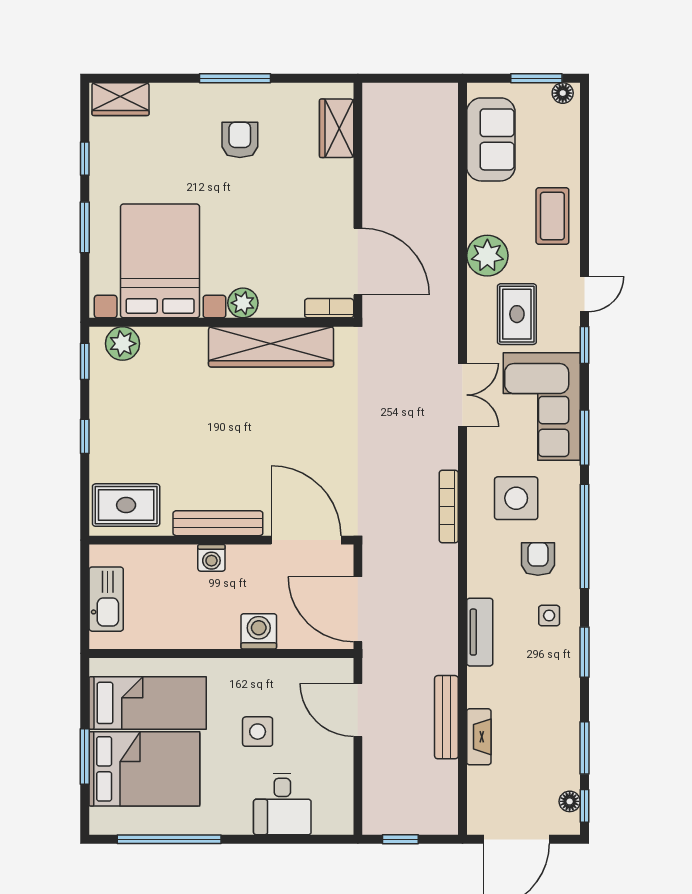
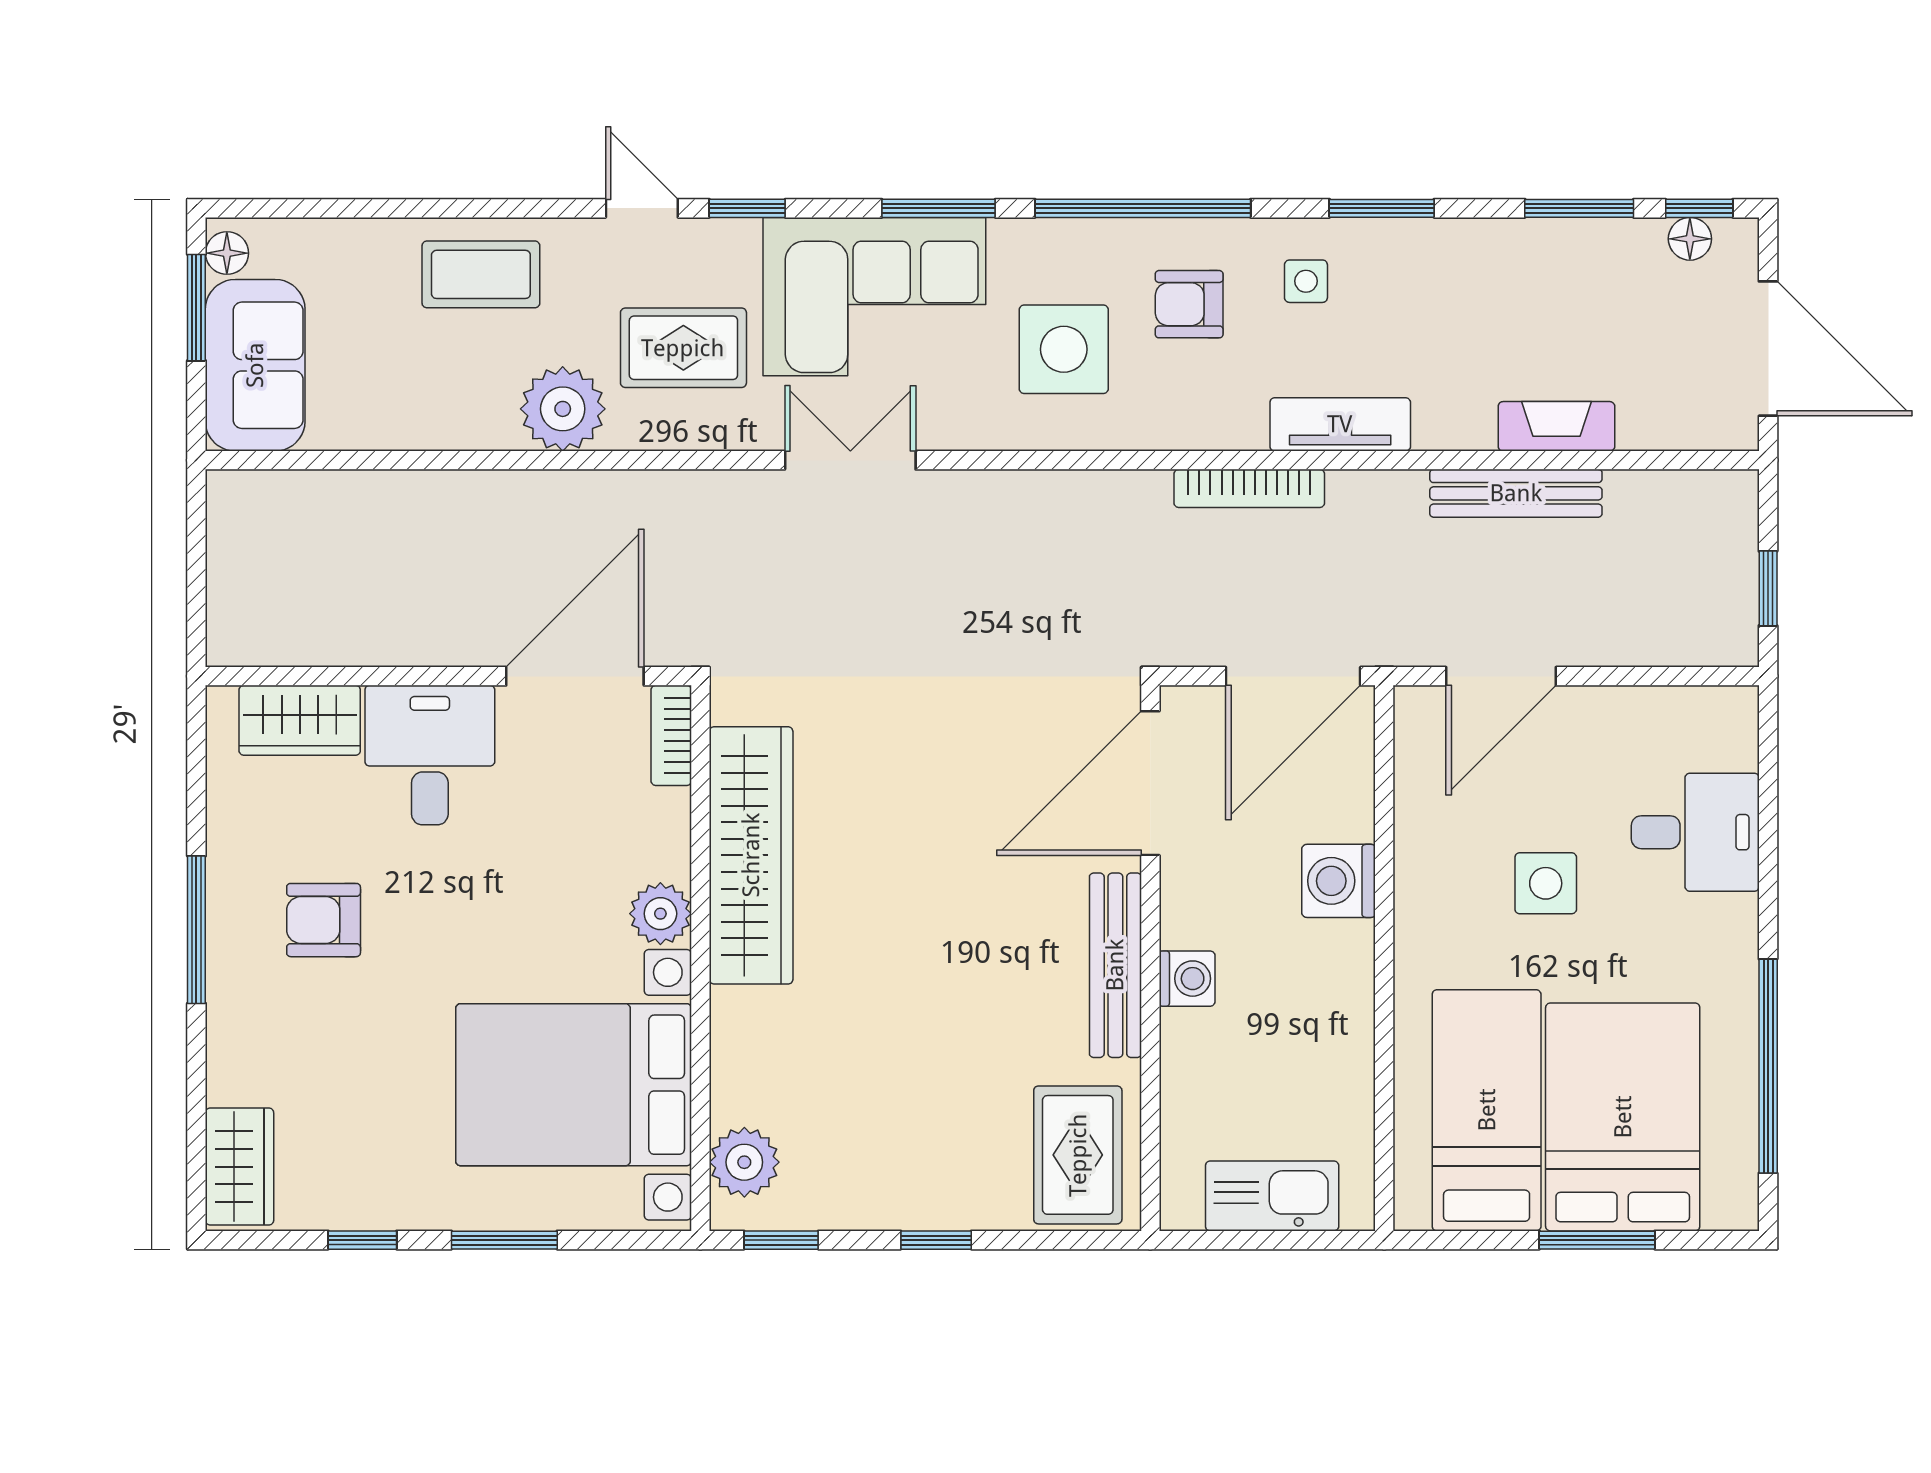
sofa: (491, 139) -> (255, 365), moved, turned 90
desk: (320, 191) -> (430, 755), added
bookcase: (449, 507) -> (1249, 488), moved

